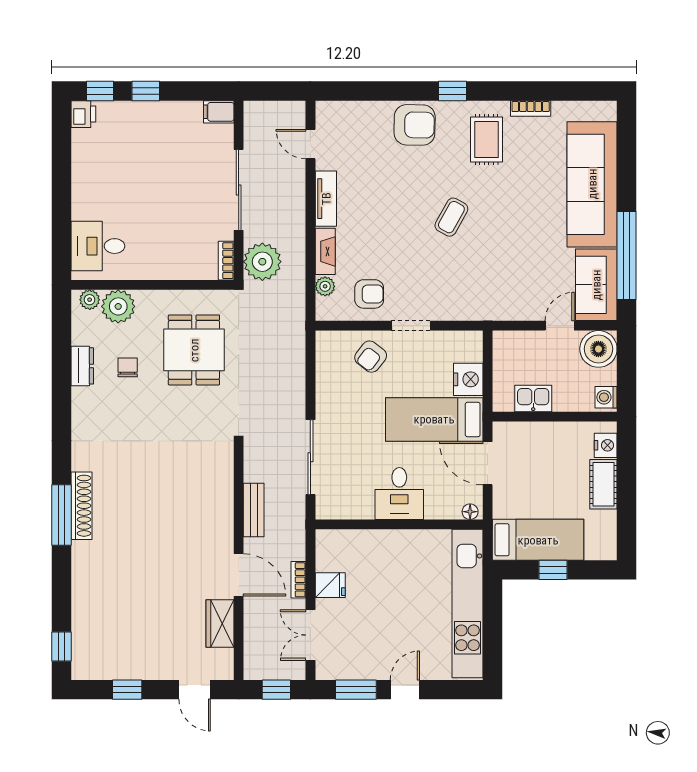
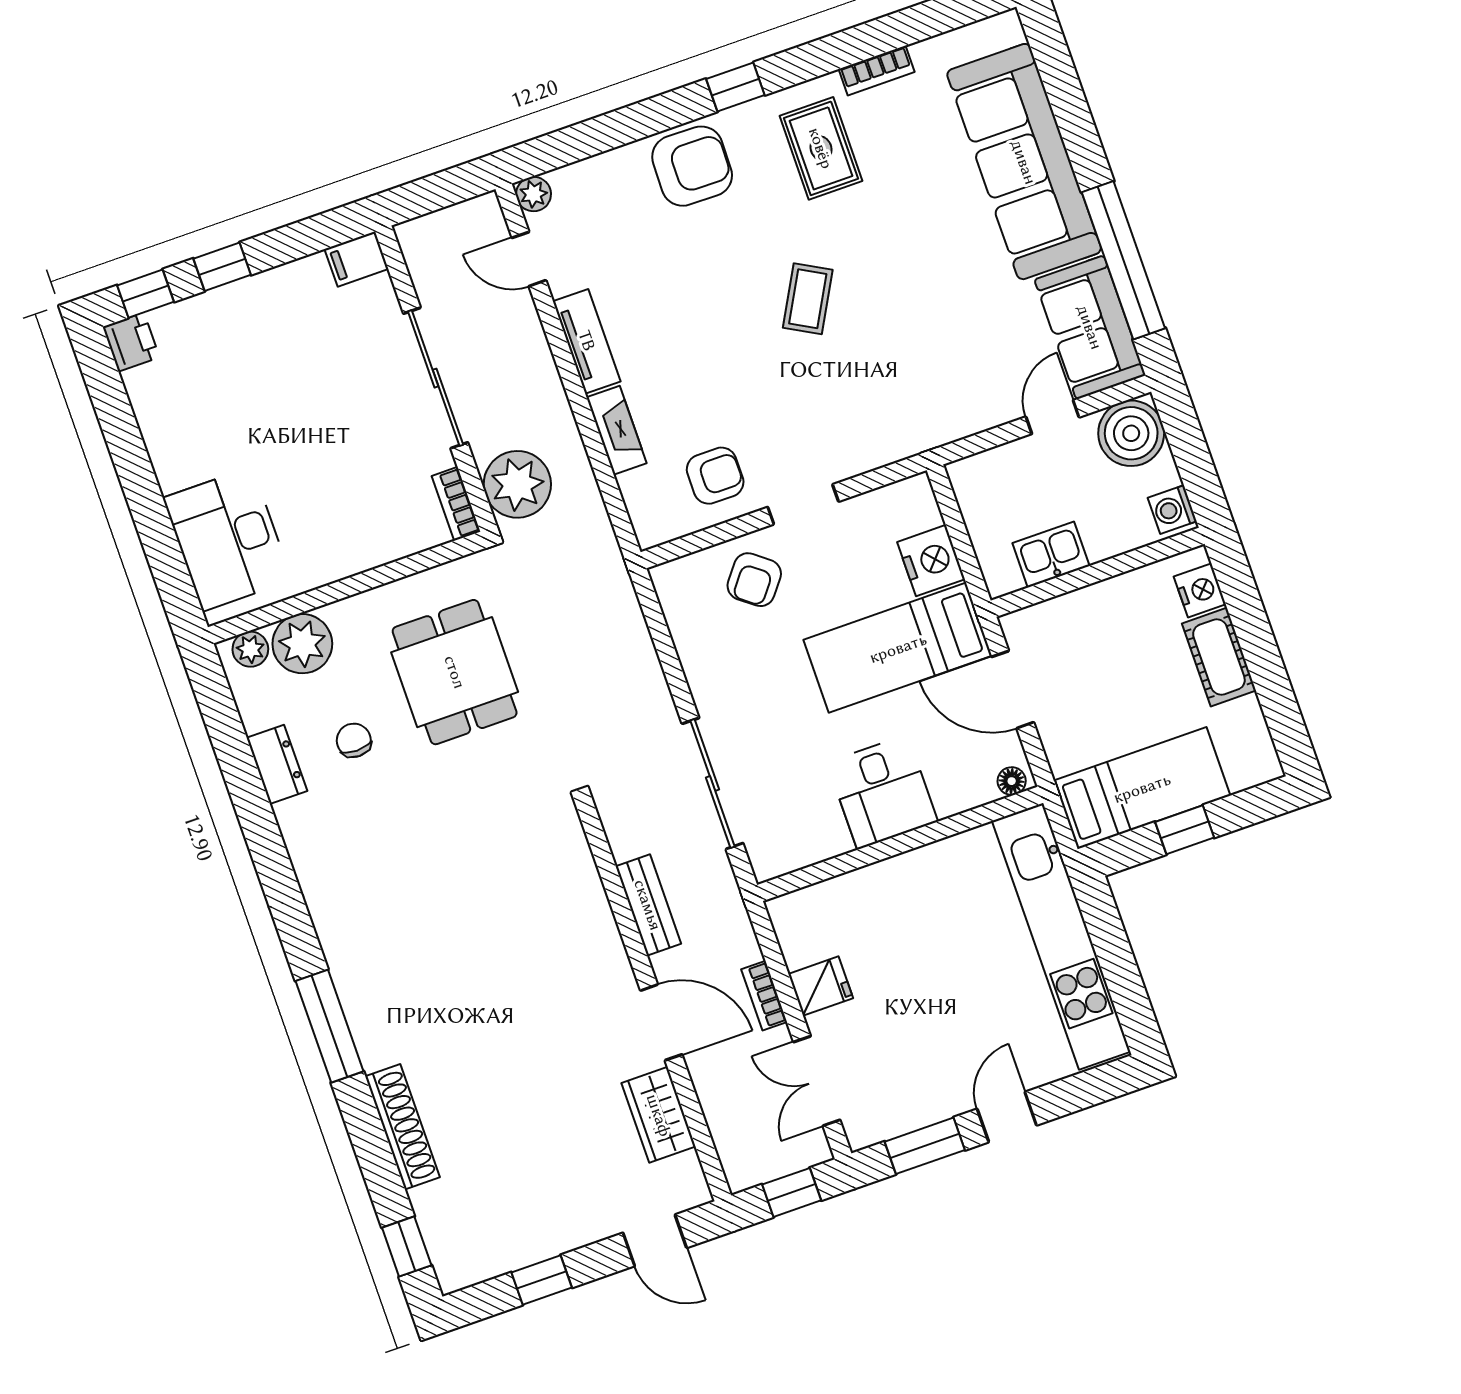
desk: (98, 246) -> (227, 539), width x1.37
plant: (325, 286) -> (534, 194), moved
shoe rack: (81, 506) -> (402, 1127), moved

